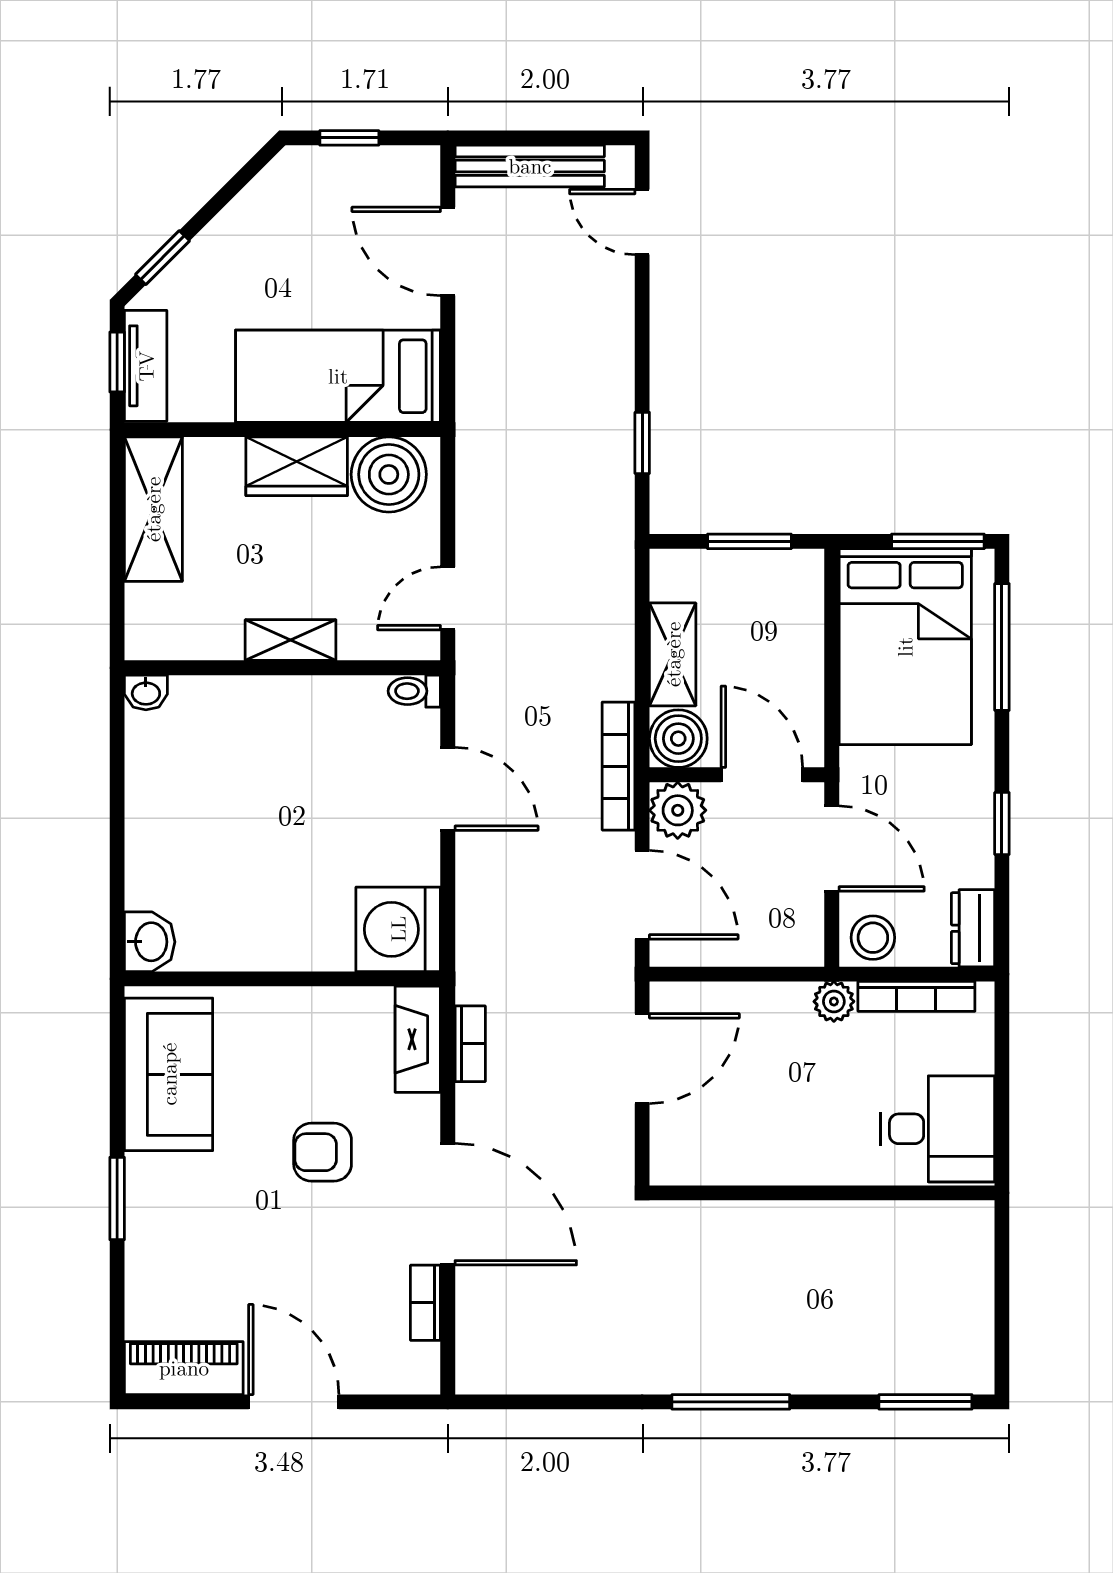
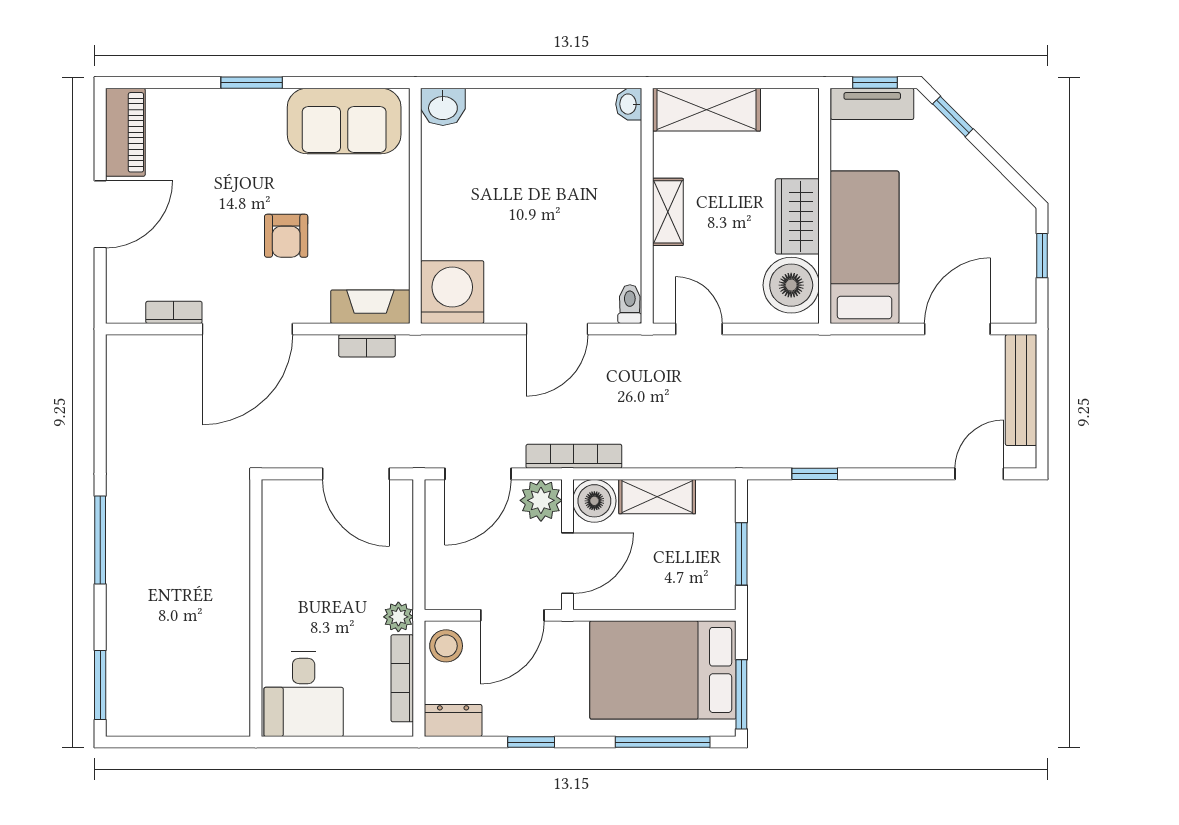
shelving: (153, 509) -> (706, 110), moved
armchair: (323, 1152) -> (286, 236), turned 180

